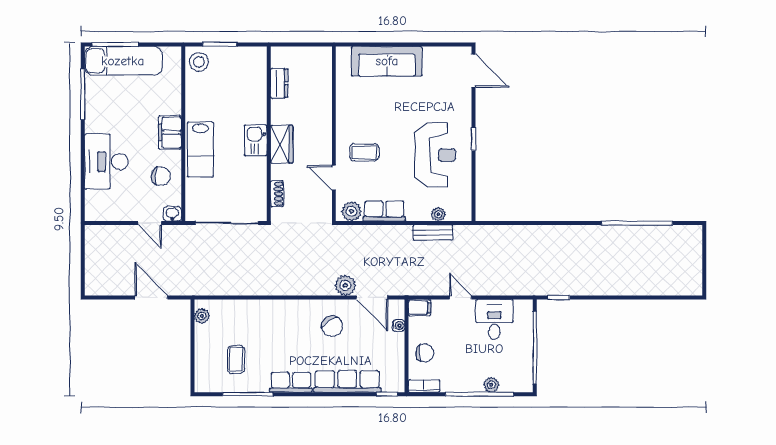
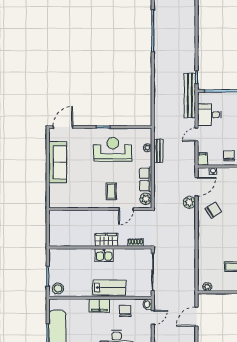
sofa: (387, 61) -> (58, 162), moved
dresser: (279, 83) -> (70, 241), removed
bench: (527, 286) -> (190, 96), added

